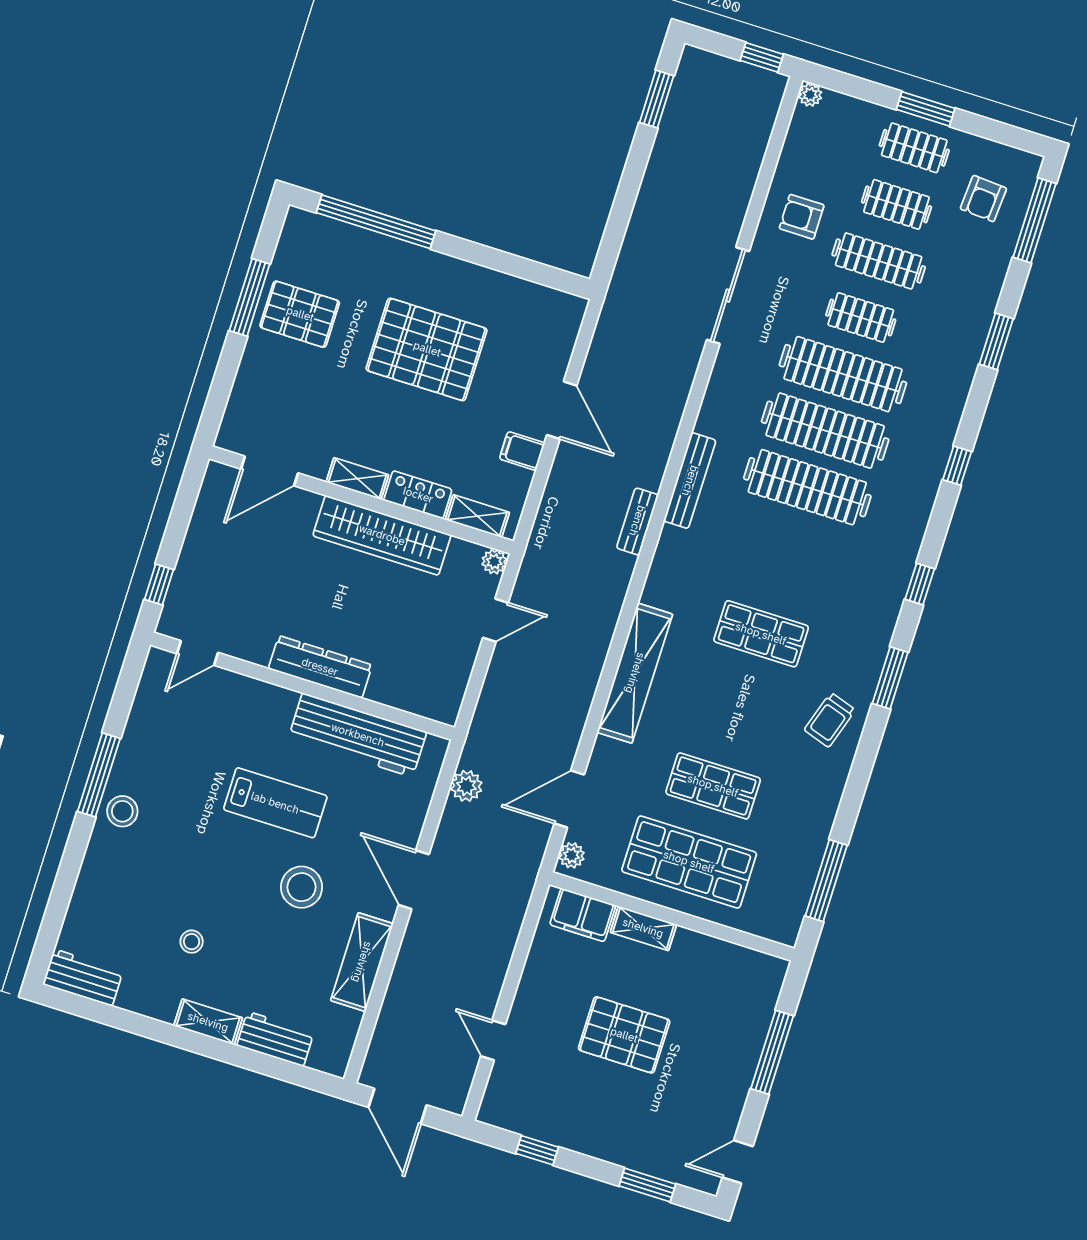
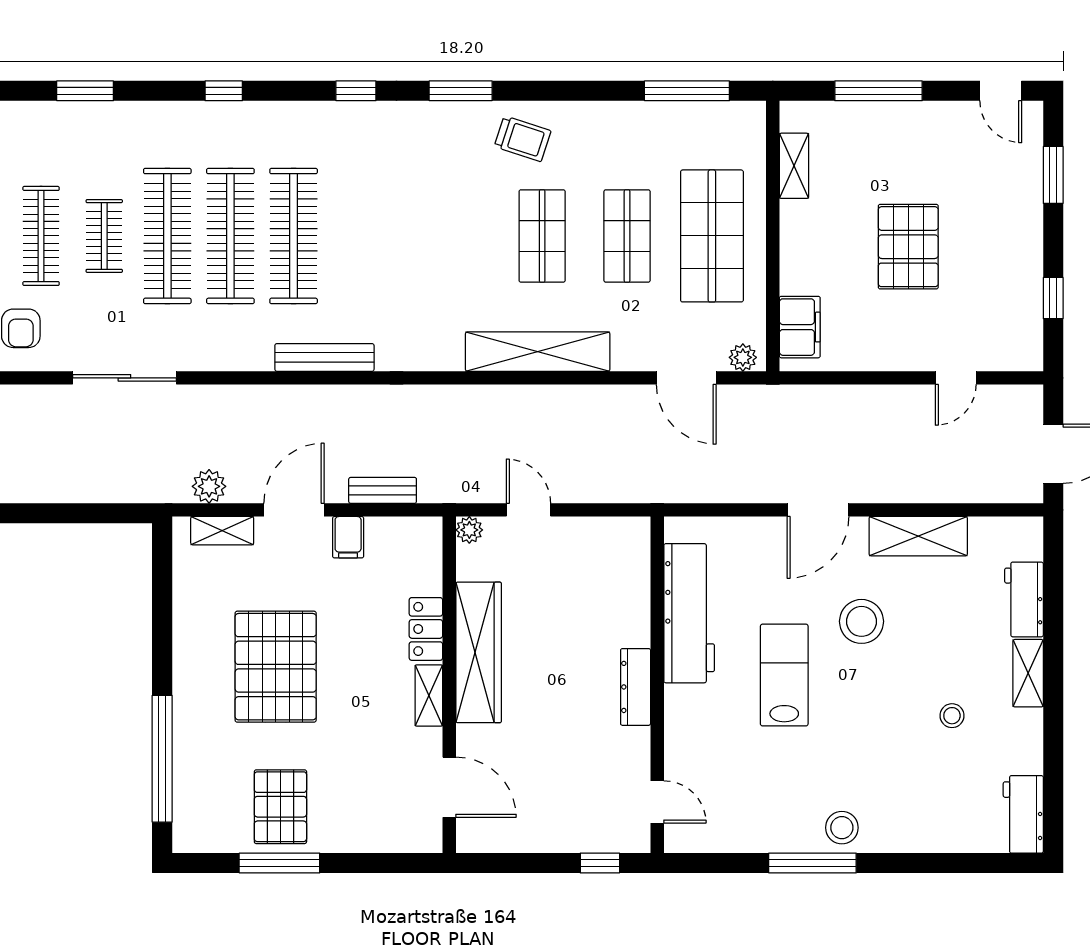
shelving: (477, 516) -> (222, 531), moved, turned 90
bench: (637, 521) -> (383, 490), moved
shop shelf: (761, 634) -> (542, 236), moved
dresser: (320, 667) -> (636, 687), width x0.73, depth x0.80
plant: (466, 786) -> (209, 486), moved
shelving: (643, 928) -> (794, 166), moved

